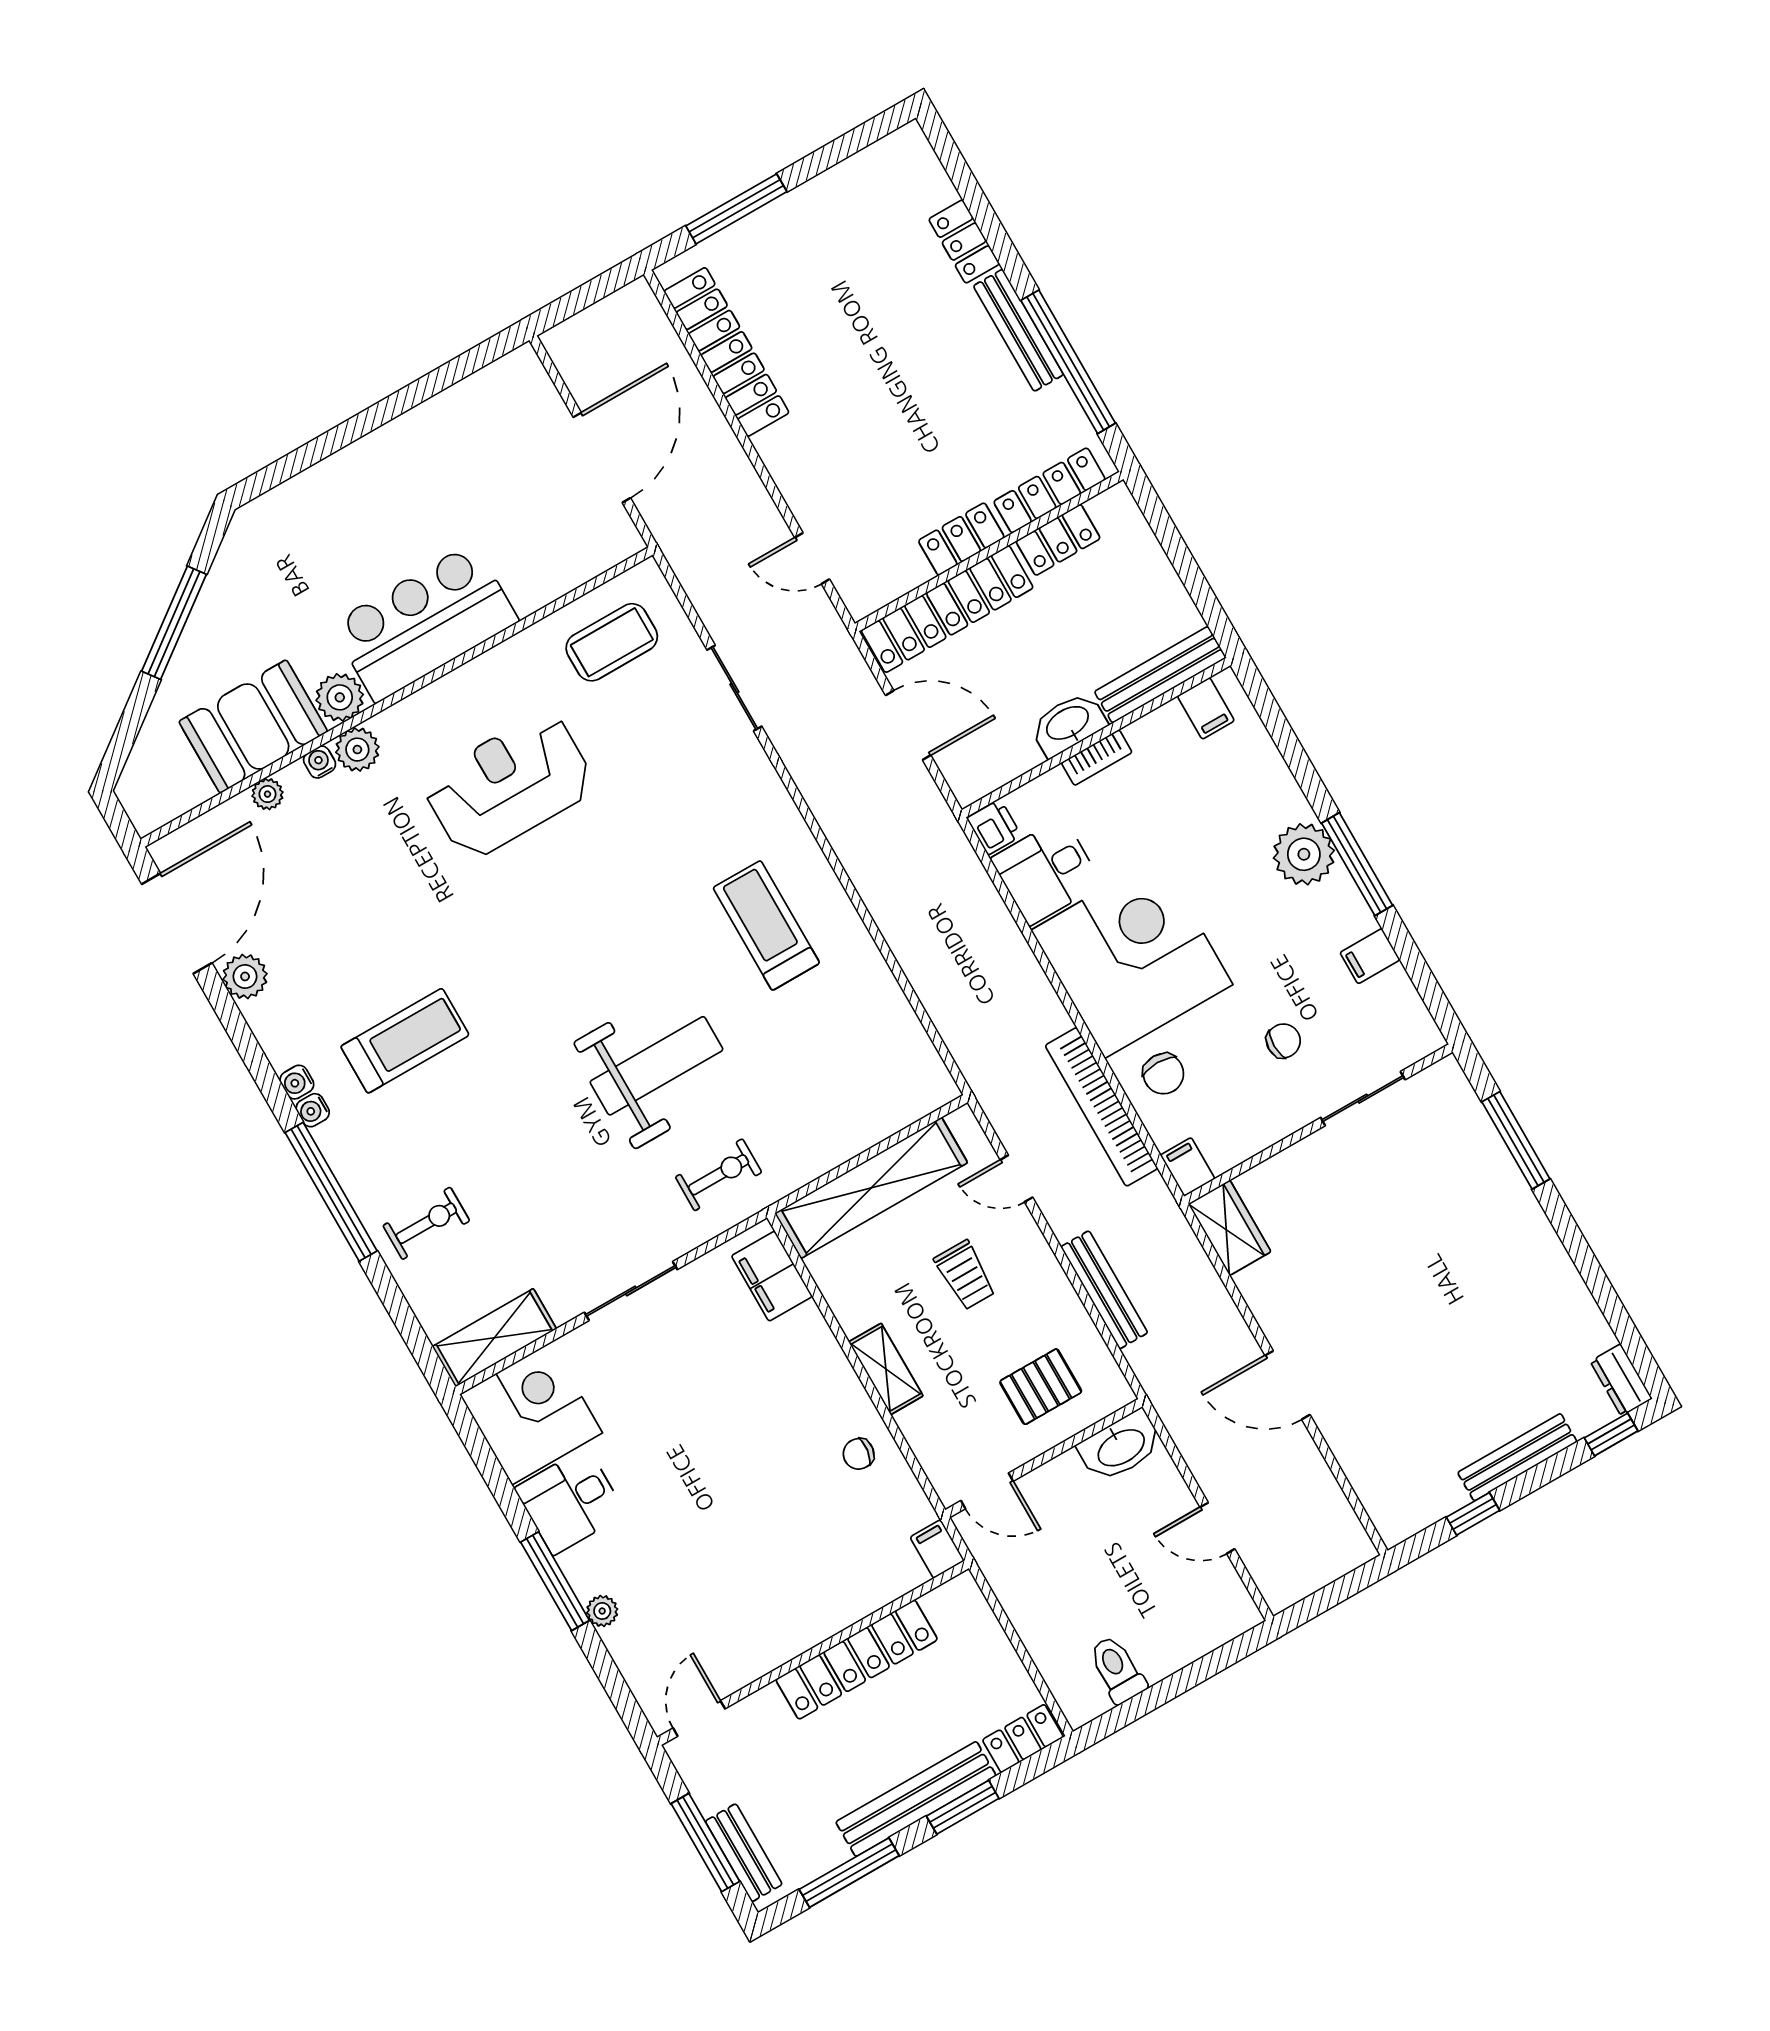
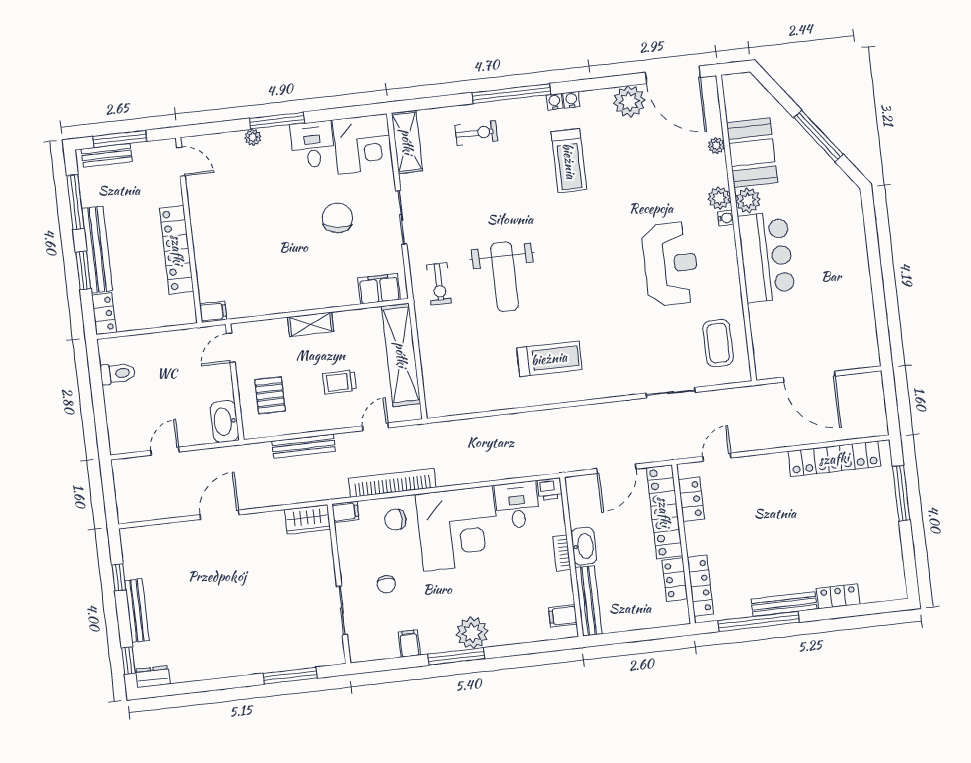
locker: (961, 539) -> (691, 499), moved
water cooler: (320, 762) -> (726, 218), moved
plant: (245, 976) -> (629, 102), width x1.36, depth x1.36
exercise bike: (426, 1223) -> (476, 133), turned -90
chair: (859, 1454) -> (337, 218), moved, width x1.87, depth x1.87

